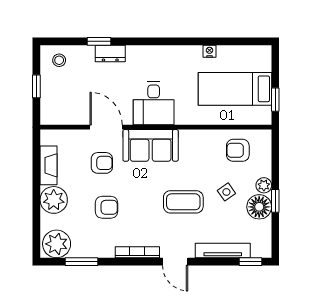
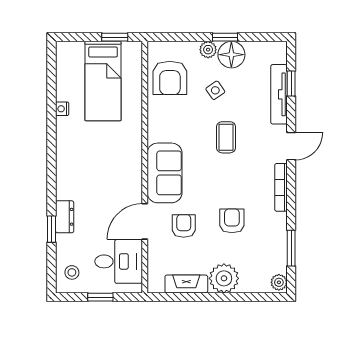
desk: (154, 103) -> (119, 261), moved
armchair: (238, 150) -> (170, 78), width x1.38, depth x1.38
coffee table: (183, 202) -> (226, 137), width x0.73, depth x0.77
plant: (57, 244) -> (279, 282), width x0.53, depth x0.53
window: (250, 262) -> (291, 83), moved

